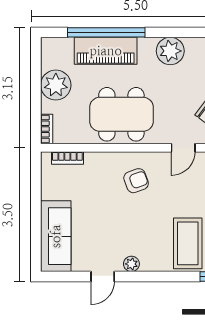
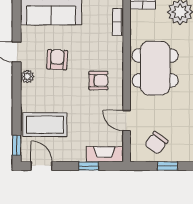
armchair: (136, 181) -> (98, 81), turned -70
armchair: (112, 229) -> (57, 60), added

